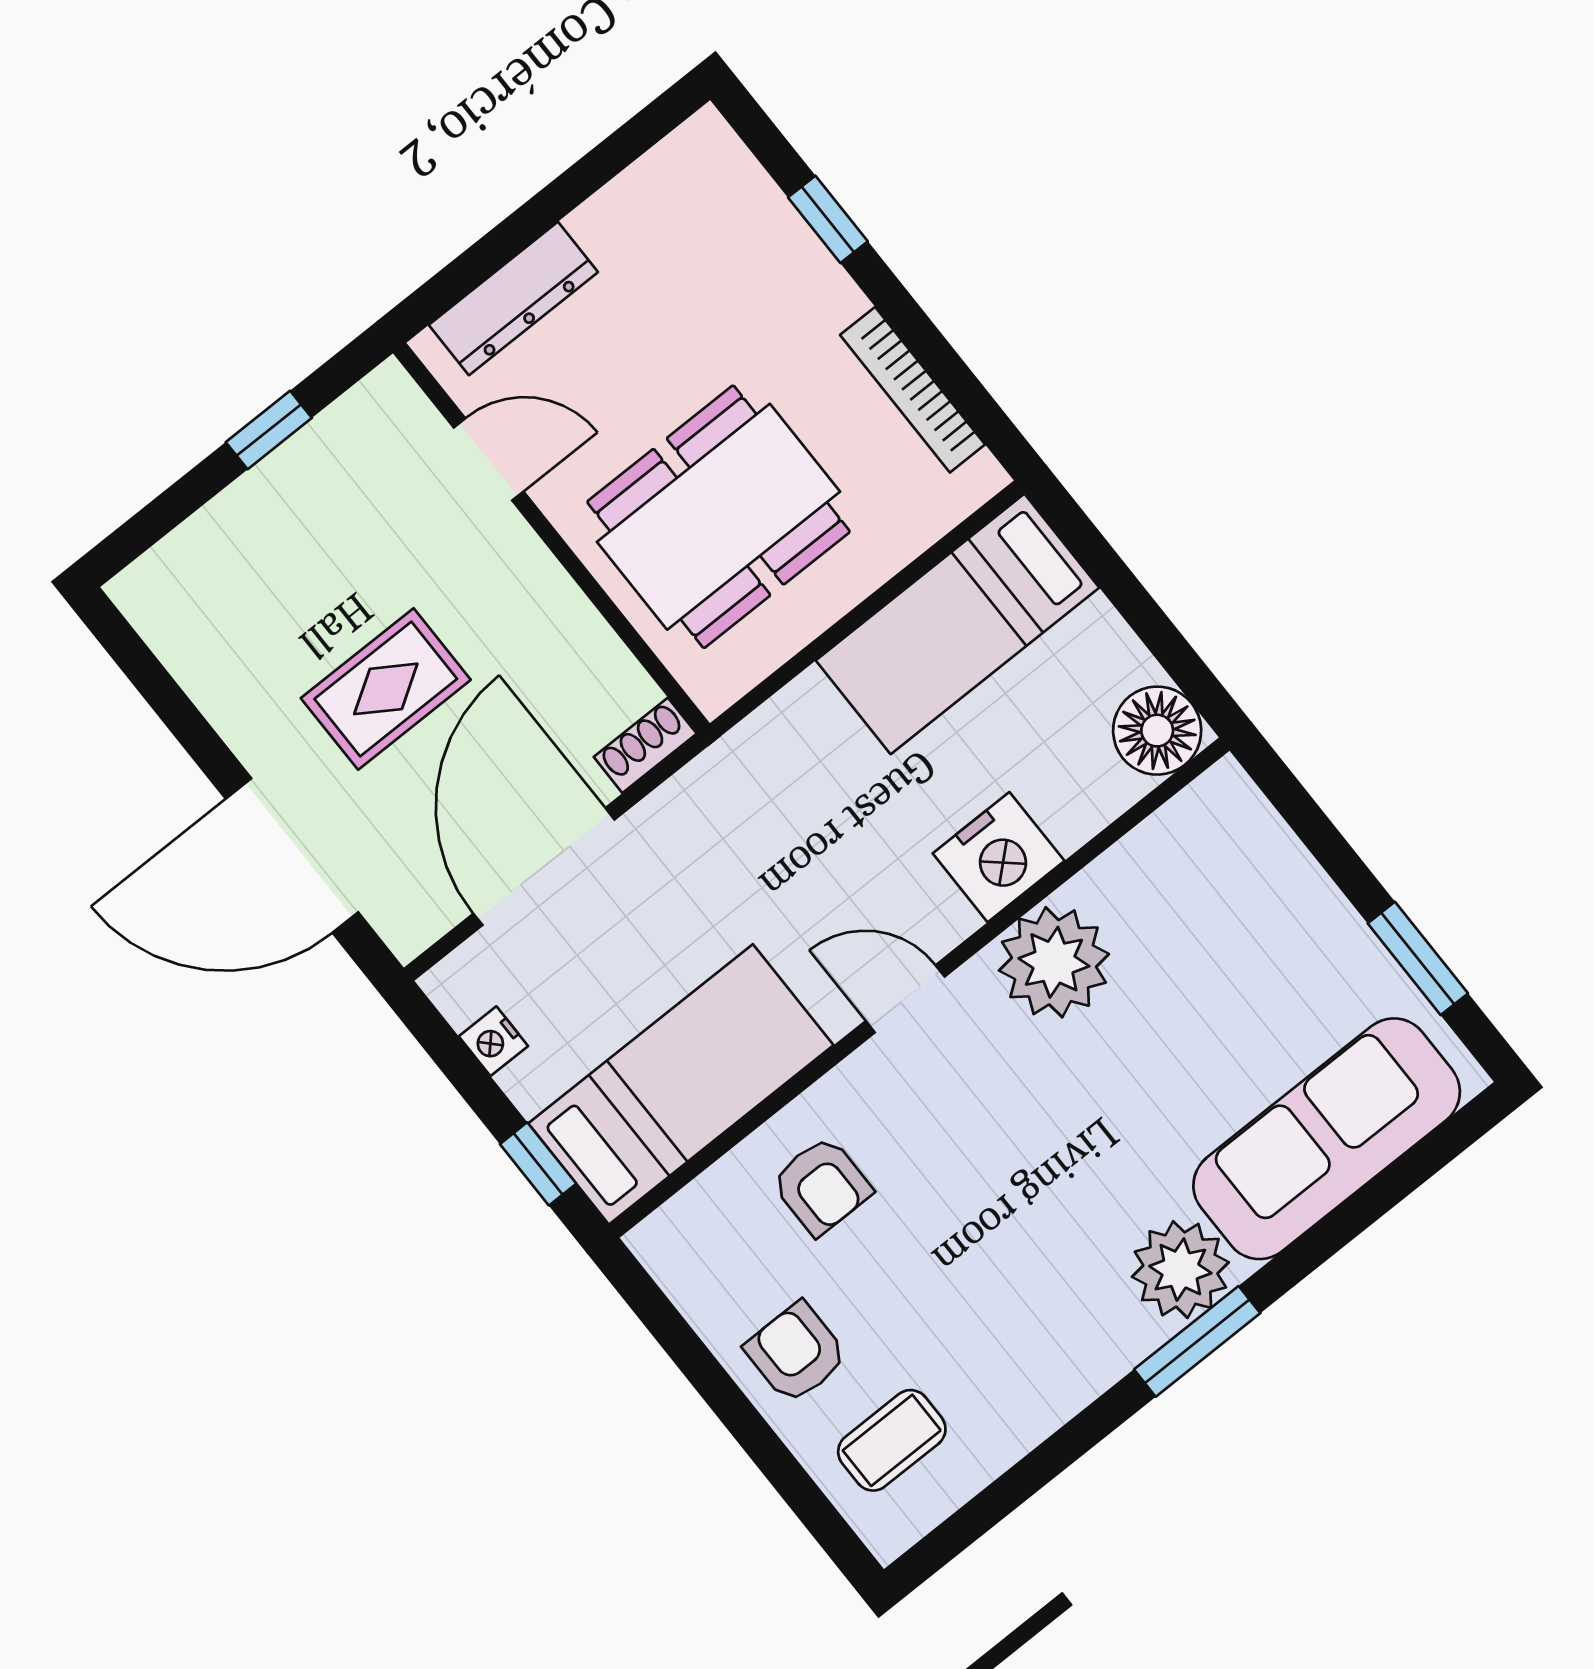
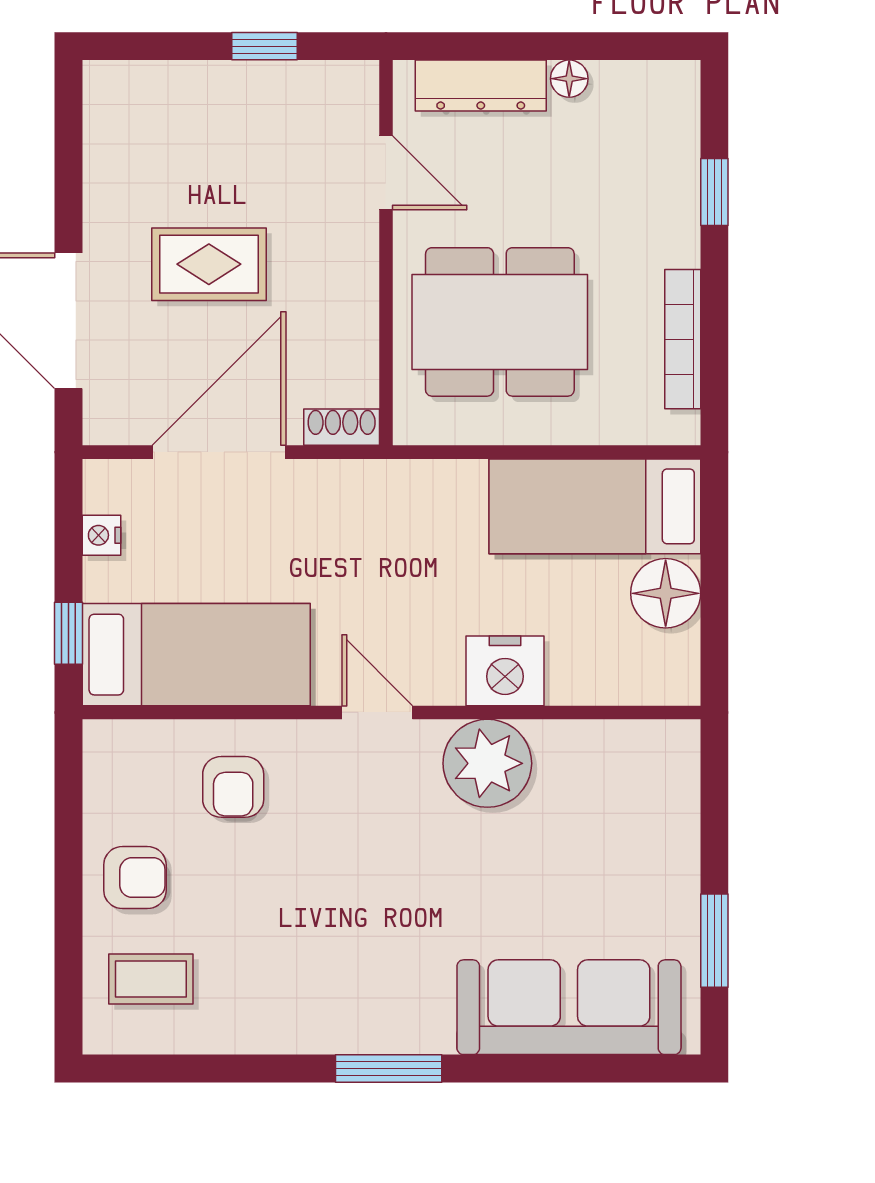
floor lamp: (595, 222) -> (569, 79), added
floor lamp: (1157, 731) -> (666, 593), moved
plant: (1180, 1270) -> (414, 1016), removed
armchair: (796, 1353) -> (135, 878), turned 90

